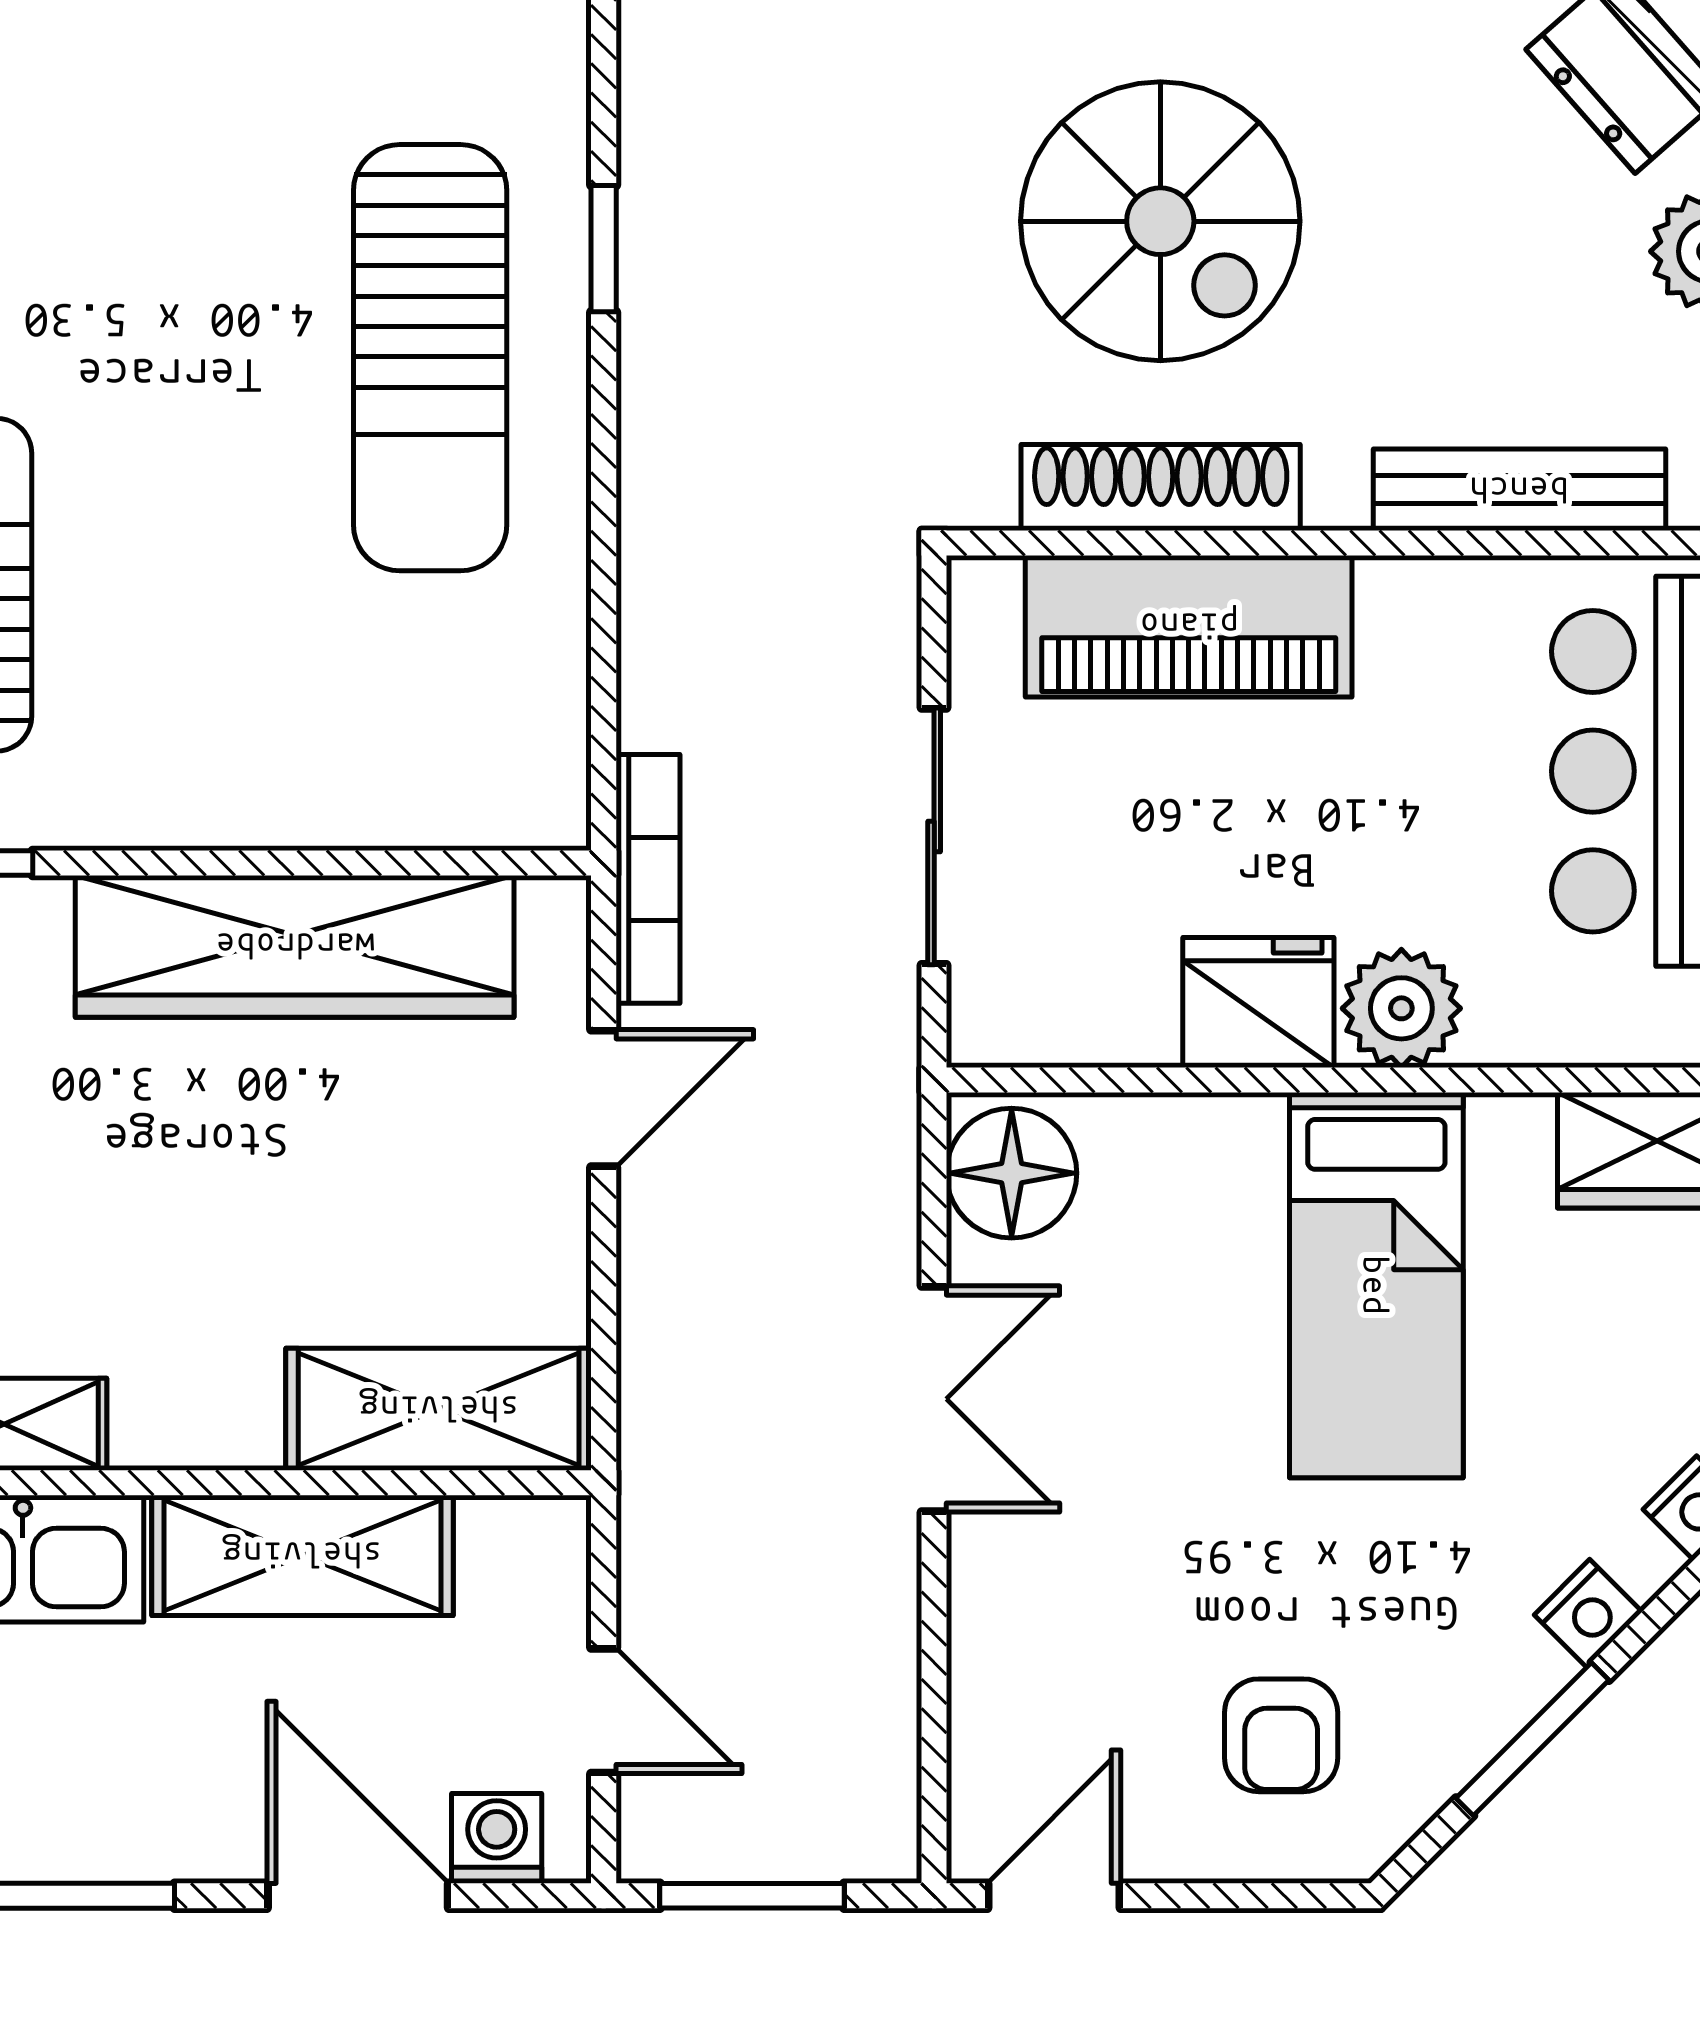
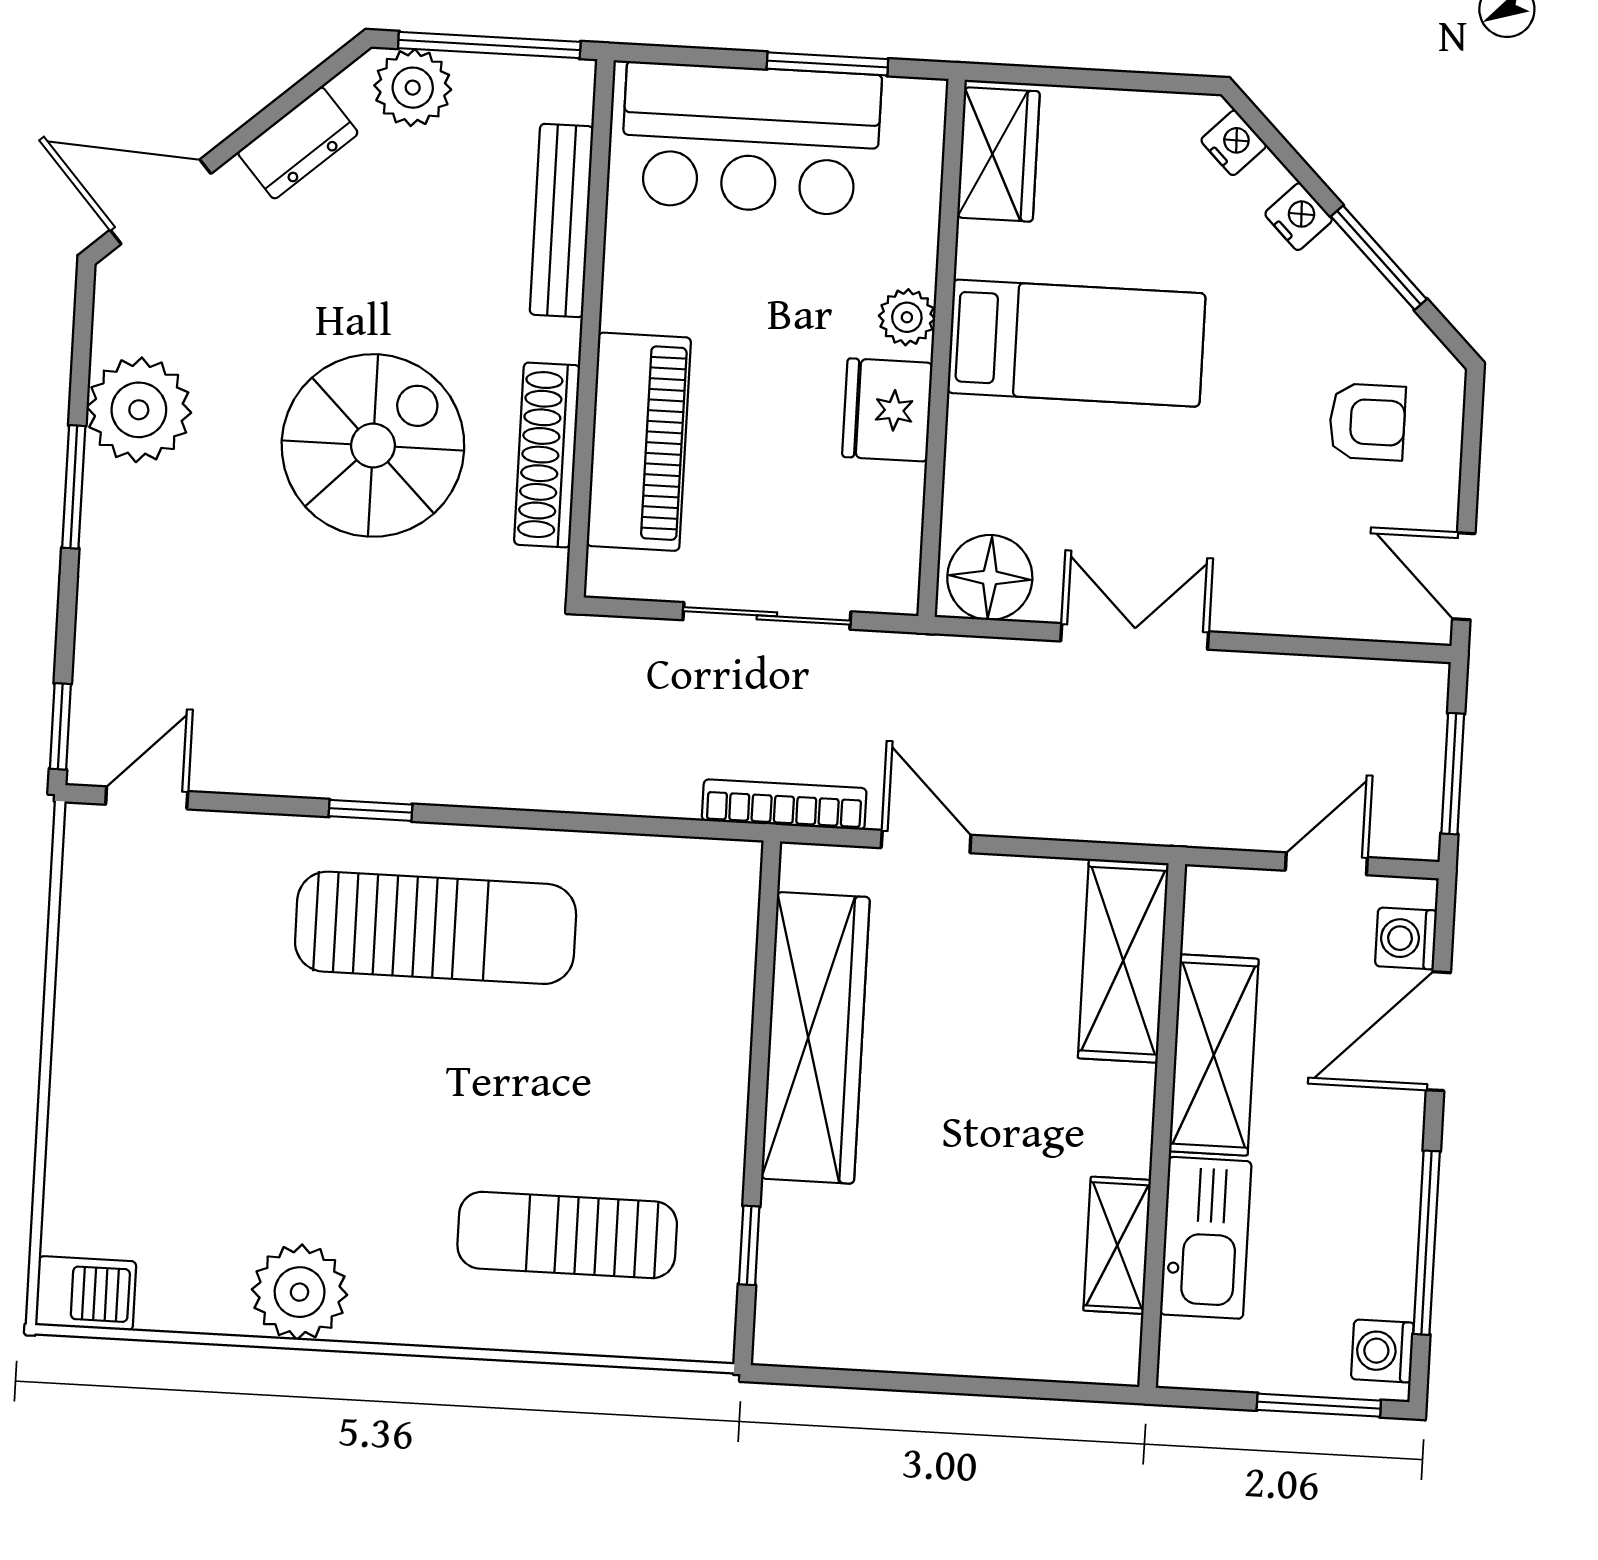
plant: (1401, 1008) -> (907, 317), width x0.73, depth x0.73

